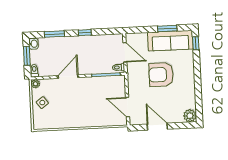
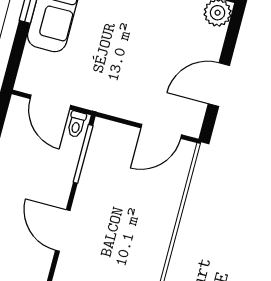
door: (125, 52) -> (50, 102), swing flipped
armchair: (161, 75) -> (118, 44), removed

